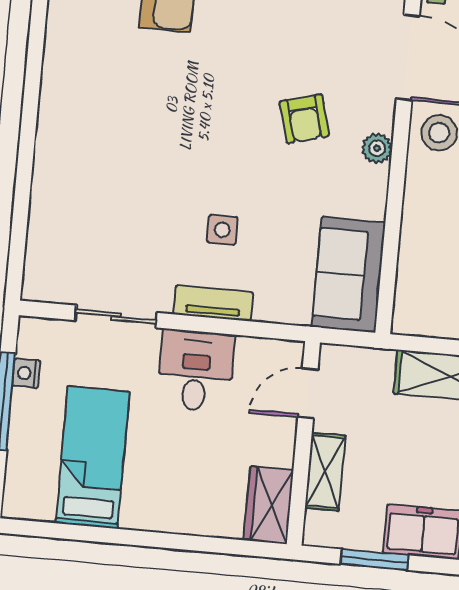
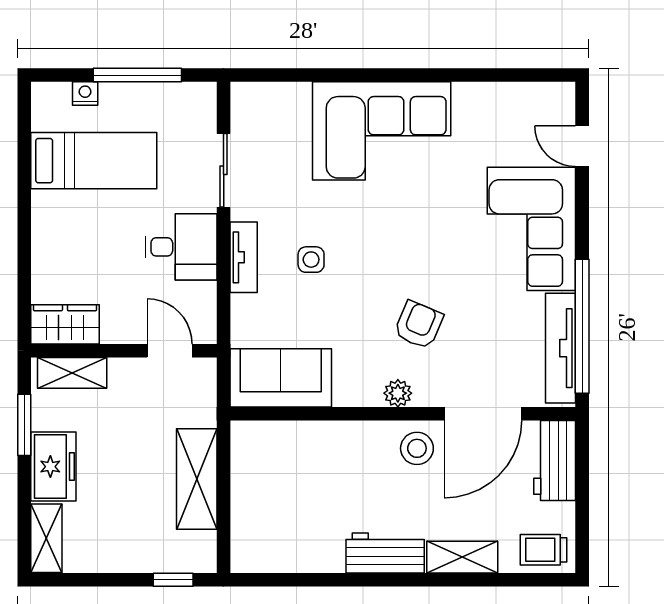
armchair: (304, 119) -> (419, 325), turned 128
corner sofa: (89, 140) -> (382, 131), added
nightstand: (26, 373) -> (85, 94), moved
shelving: (325, 472) -> (72, 373), moved

